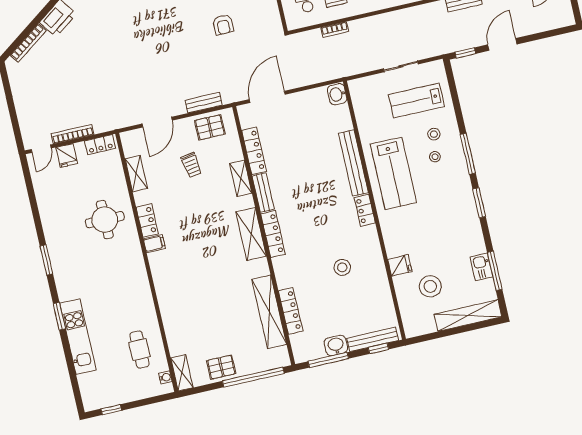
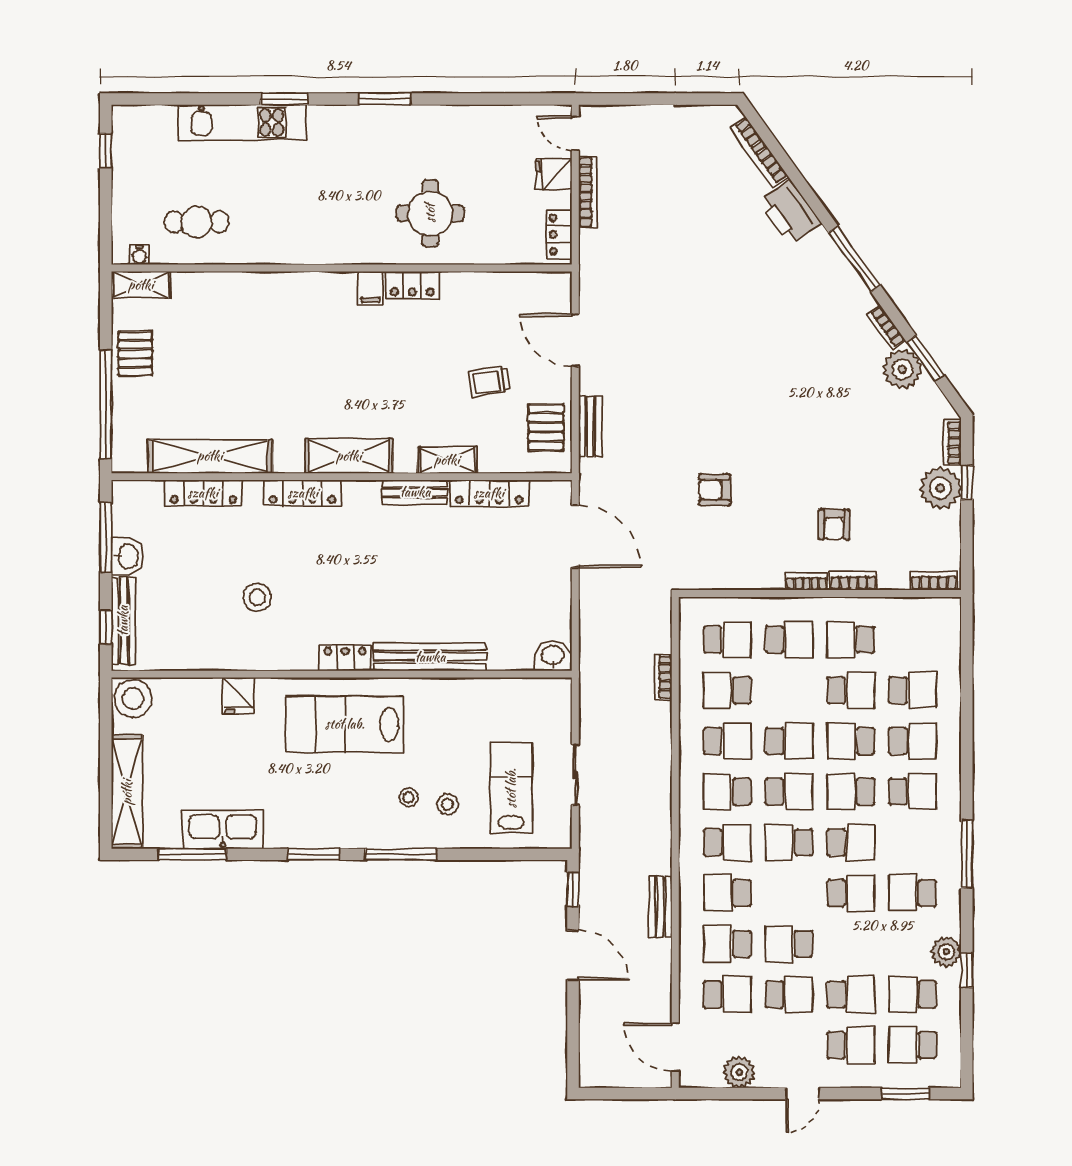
lab bench: (393, 173) -> (345, 724), moved
shelving: (136, 174) -> (496, 285), removed
locker: (273, 234) -> (303, 493), moved
kitchen sink: (481, 267) -> (223, 830), width x1.88, depth x1.24
stool: (430, 286) -> (133, 698), moved

